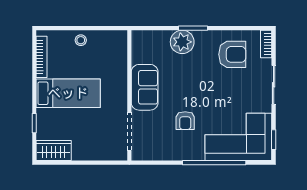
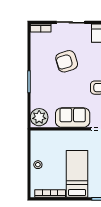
plant: (182, 42) -> (39, 117), moved
armchair: (232, 54) -> (67, 61), moved, turned -107

